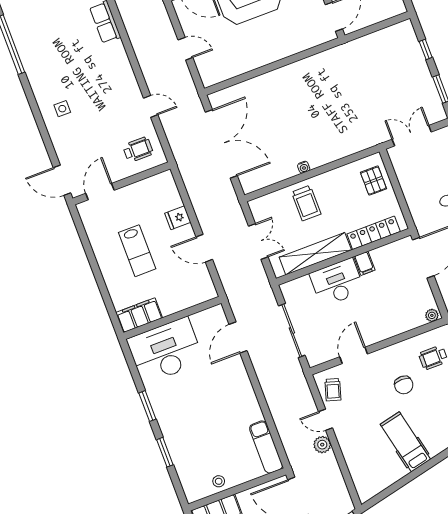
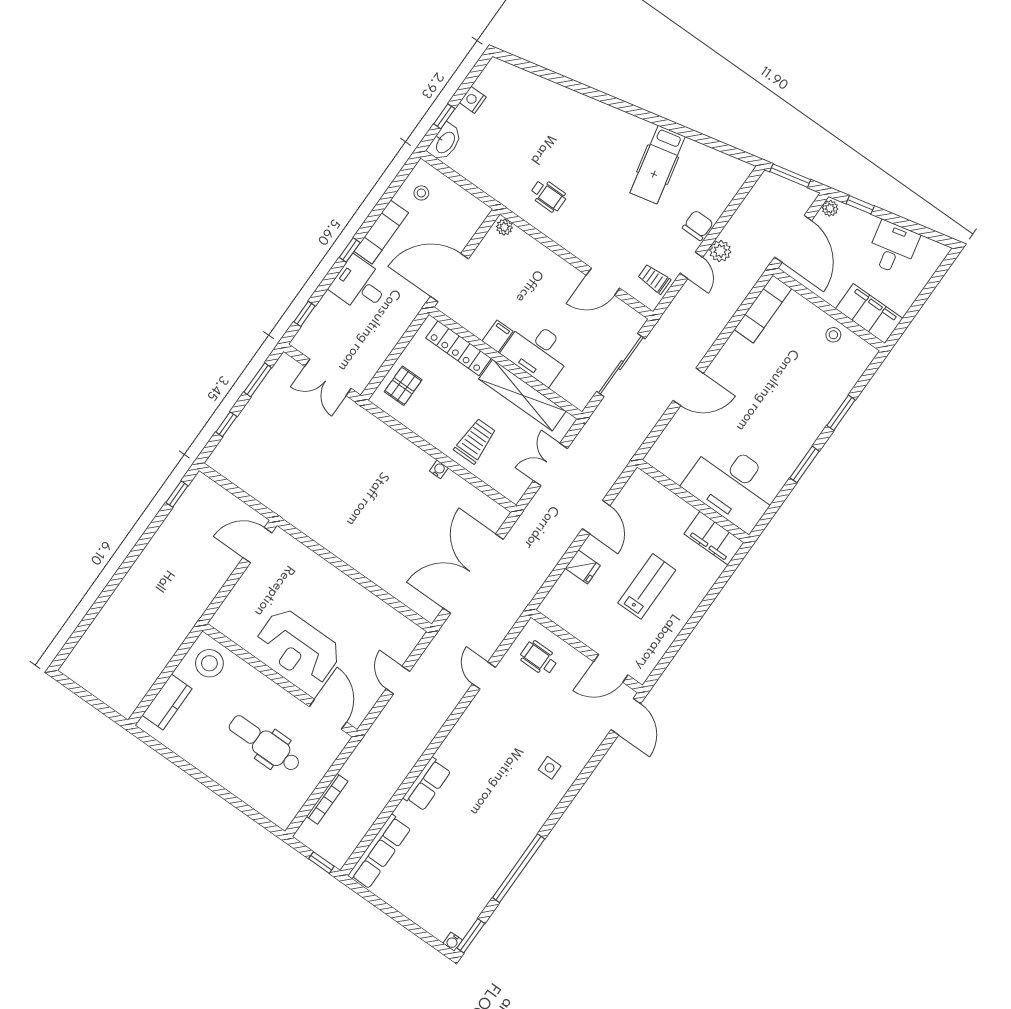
door: (238, 338) -> (688, 387), moved
chair: (404, 385) -> (698, 225), moved
trolley: (333, 390) -> (654, 279), turned -107

